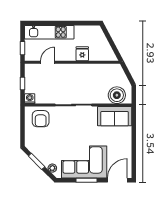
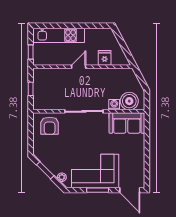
fridge: (82, 54) -> (105, 58), moved
door: (48, 62) -> (79, 67), moved
washing machine: (30, 99) -> (114, 105), moved
door: (117, 180) -> (130, 190), swing flipped

